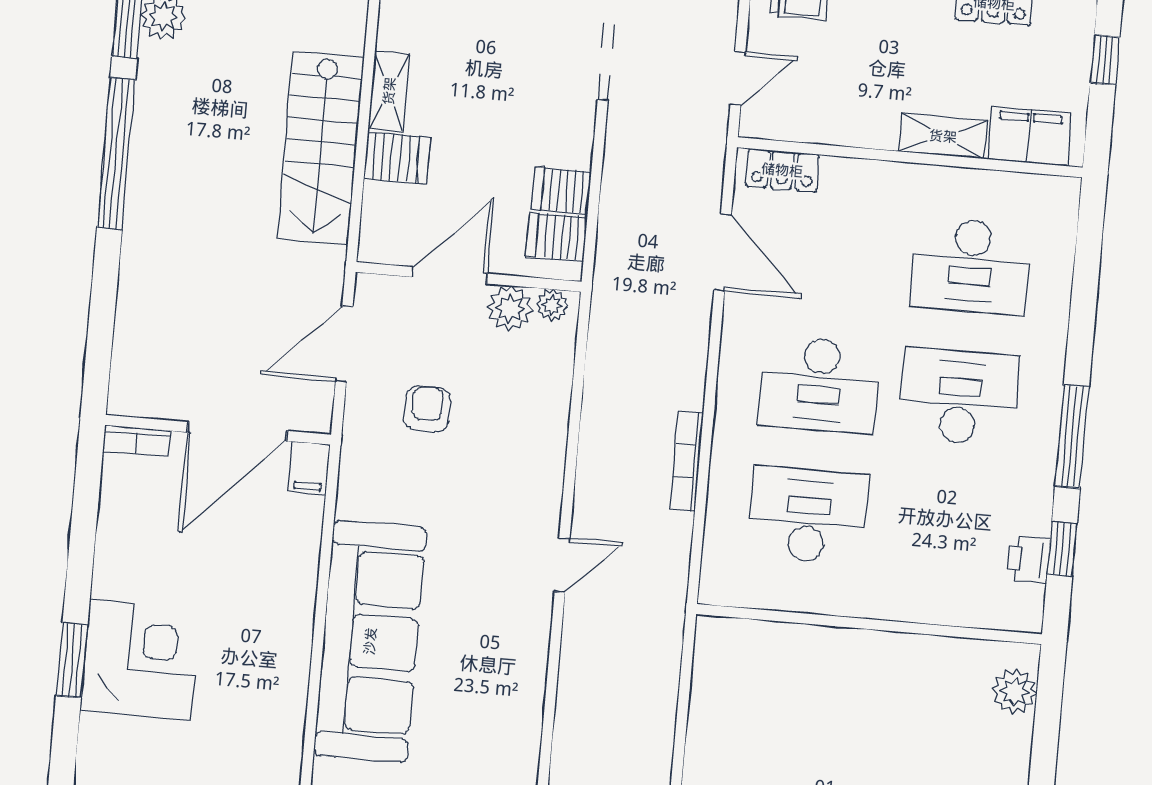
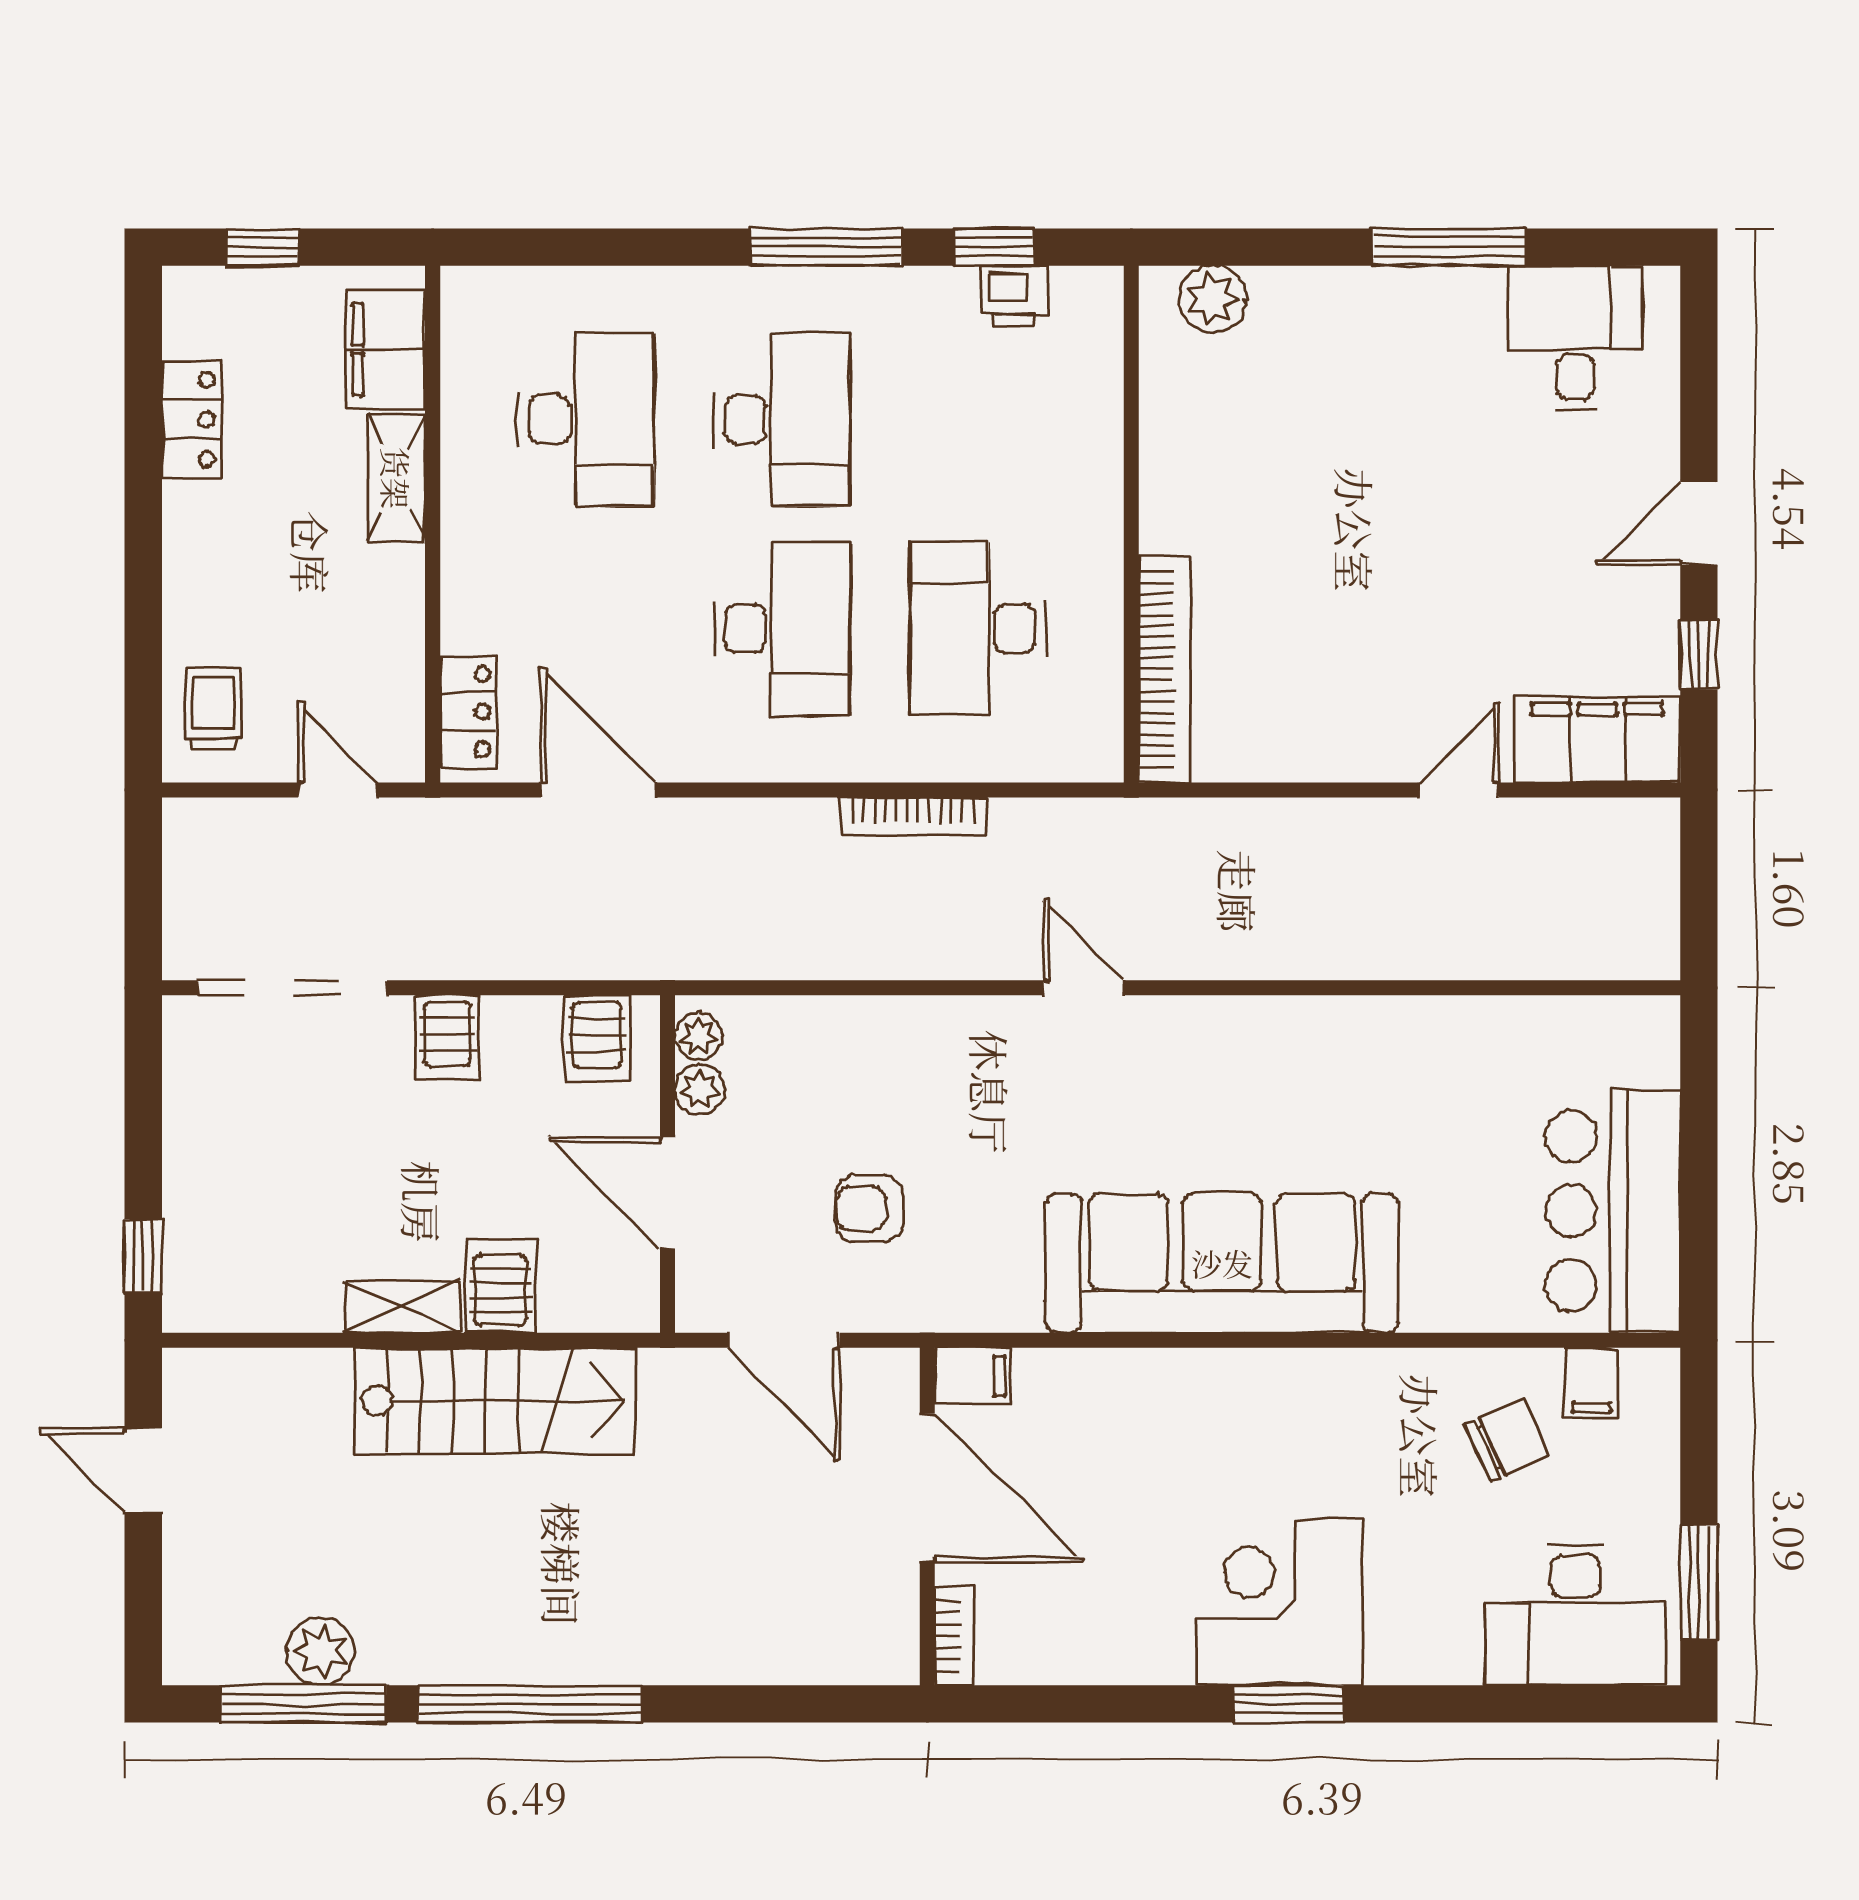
server rack: (561, 191) -> (447, 1037), moved
door: (723, 252) -> (598, 790), hinge flipped
plant: (510, 308) -> (700, 1089), width x0.73, depth x0.73
desk: (959, 397) -> (782, 419), turned 180
bookcase: (770, 638) -> (1164, 669), added

